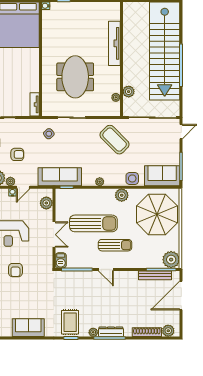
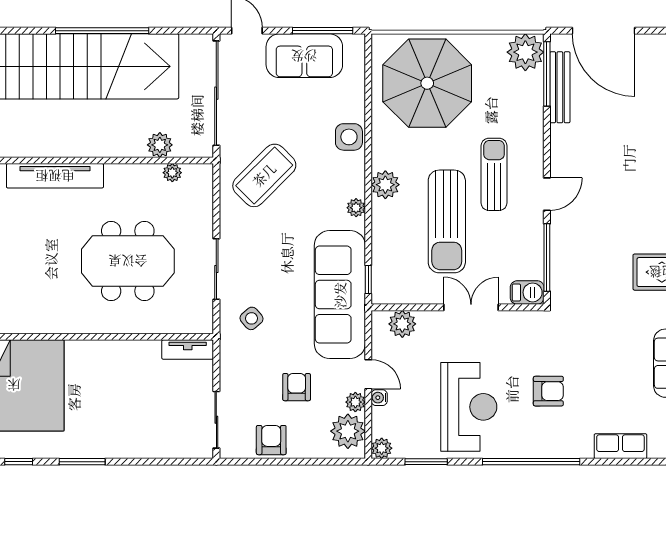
sofa: (162, 176) -> (304, 56), moved, turned -90
sofa: (60, 177) -> (340, 295), width x1.36, depth x1.27
plant: (122, 195) -> (385, 185), moved
sun lounger: (93, 223) -> (447, 221), turned 180

